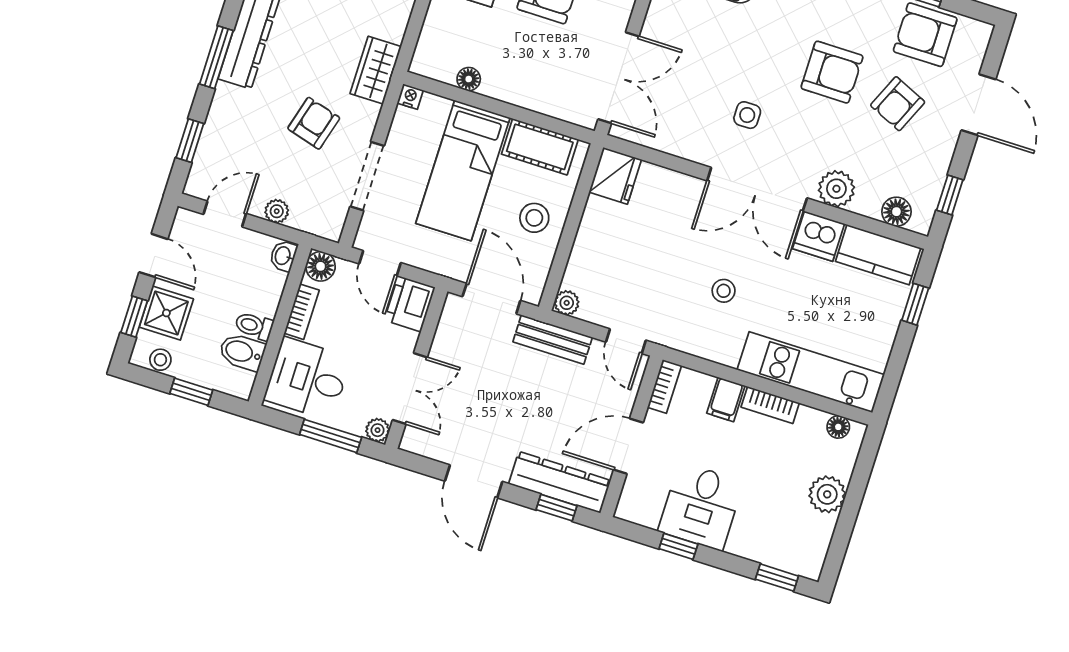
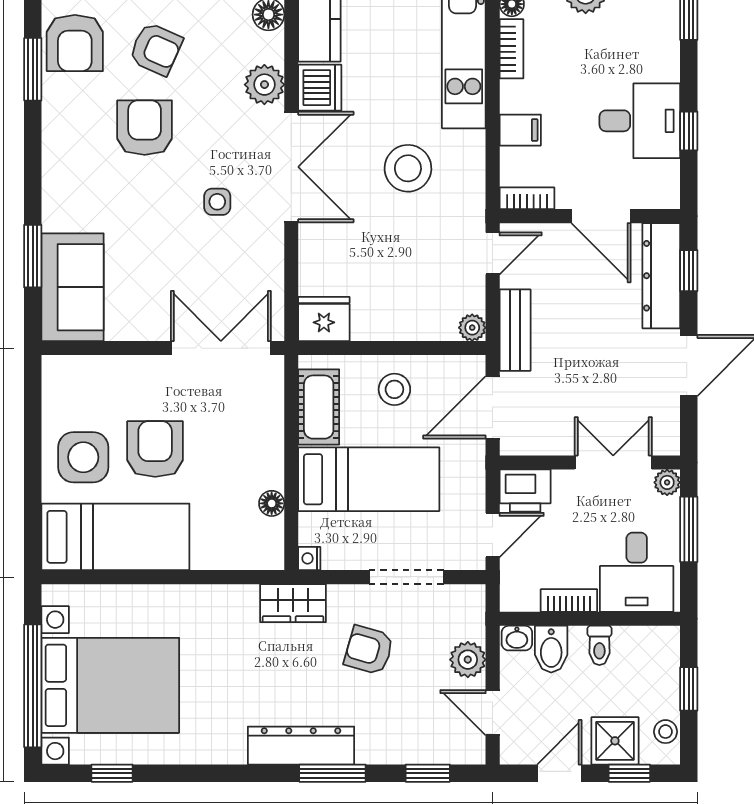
plant: (277, 211) -> (468, 660), width x1.38, depth x1.38
floor lamp: (321, 266) -> (516, 596), removed
stool: (724, 291) -> (408, 168), width x1.89, depth x1.89
bidet: (242, 352) -> (551, 649), moved
bookcase: (770, 405) -> (511, 49), moved

